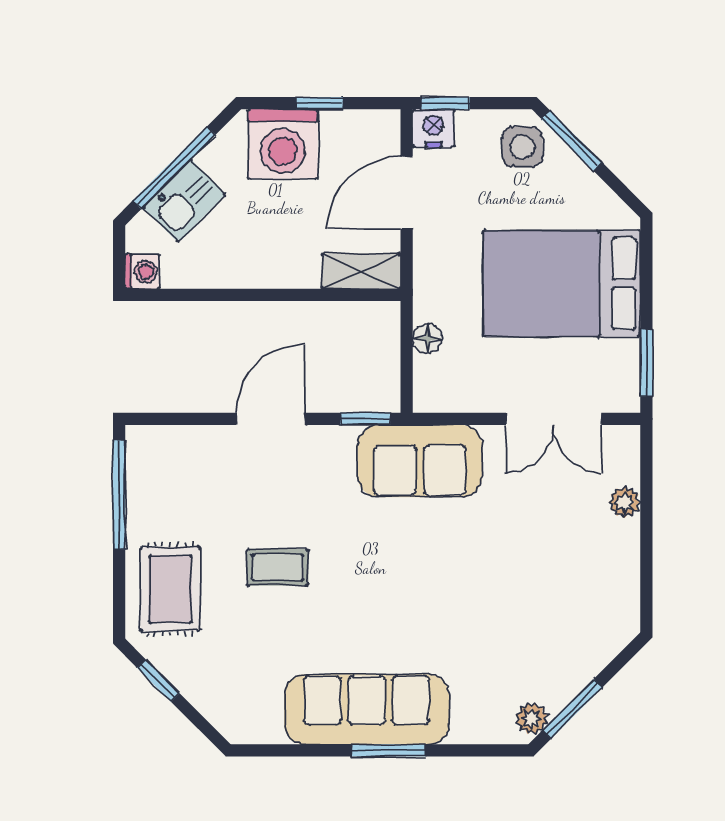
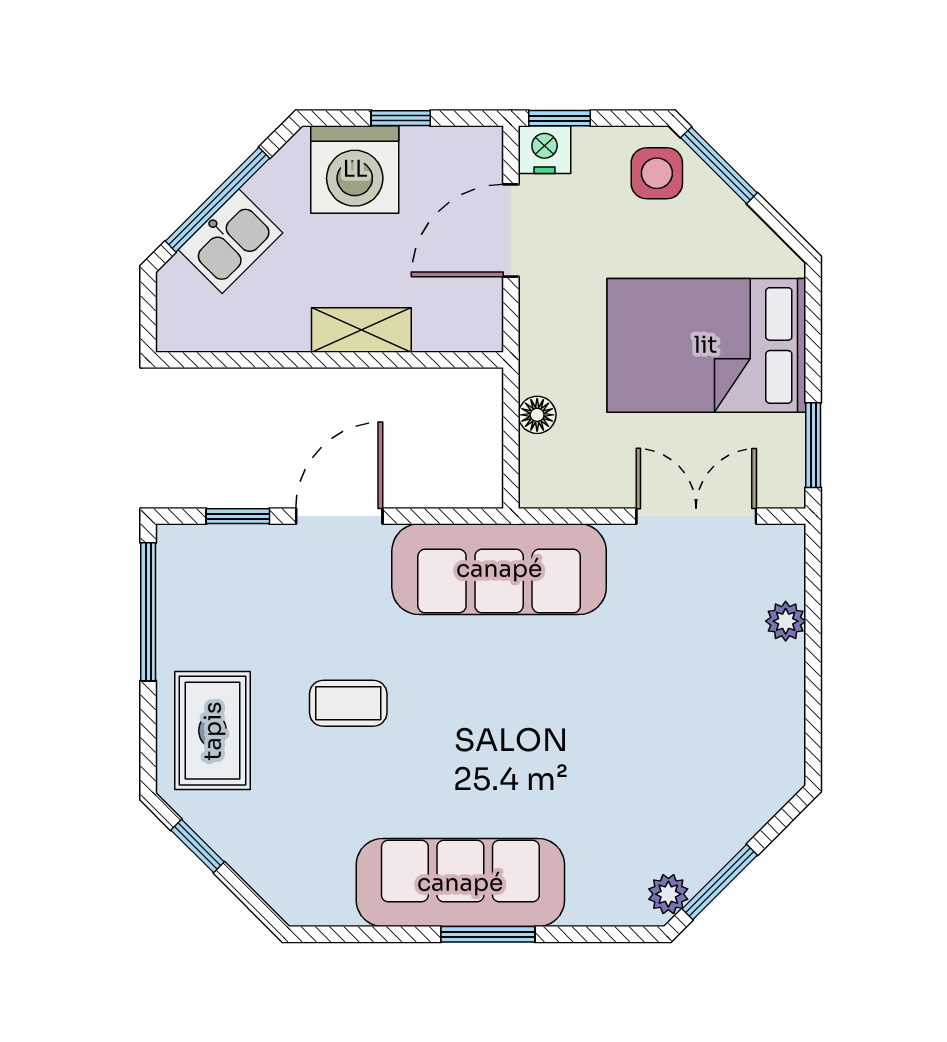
shelving: (361, 271) -> (361, 330), moved
washing machine: (142, 272) -> (178, 330), removed
window: (365, 419) -> (238, 516), moved
double door: (554, 419) -> (696, 516), swing flipped
sofa: (420, 461) -> (499, 569), width x1.36

